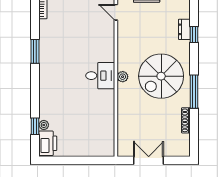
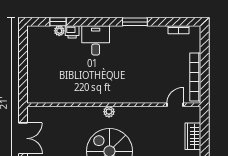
desk: (100, 76) -> (96, 40), moved, turned 180
printer: (48, 143) -> (72, 32), moved, width x0.53, depth x0.68

